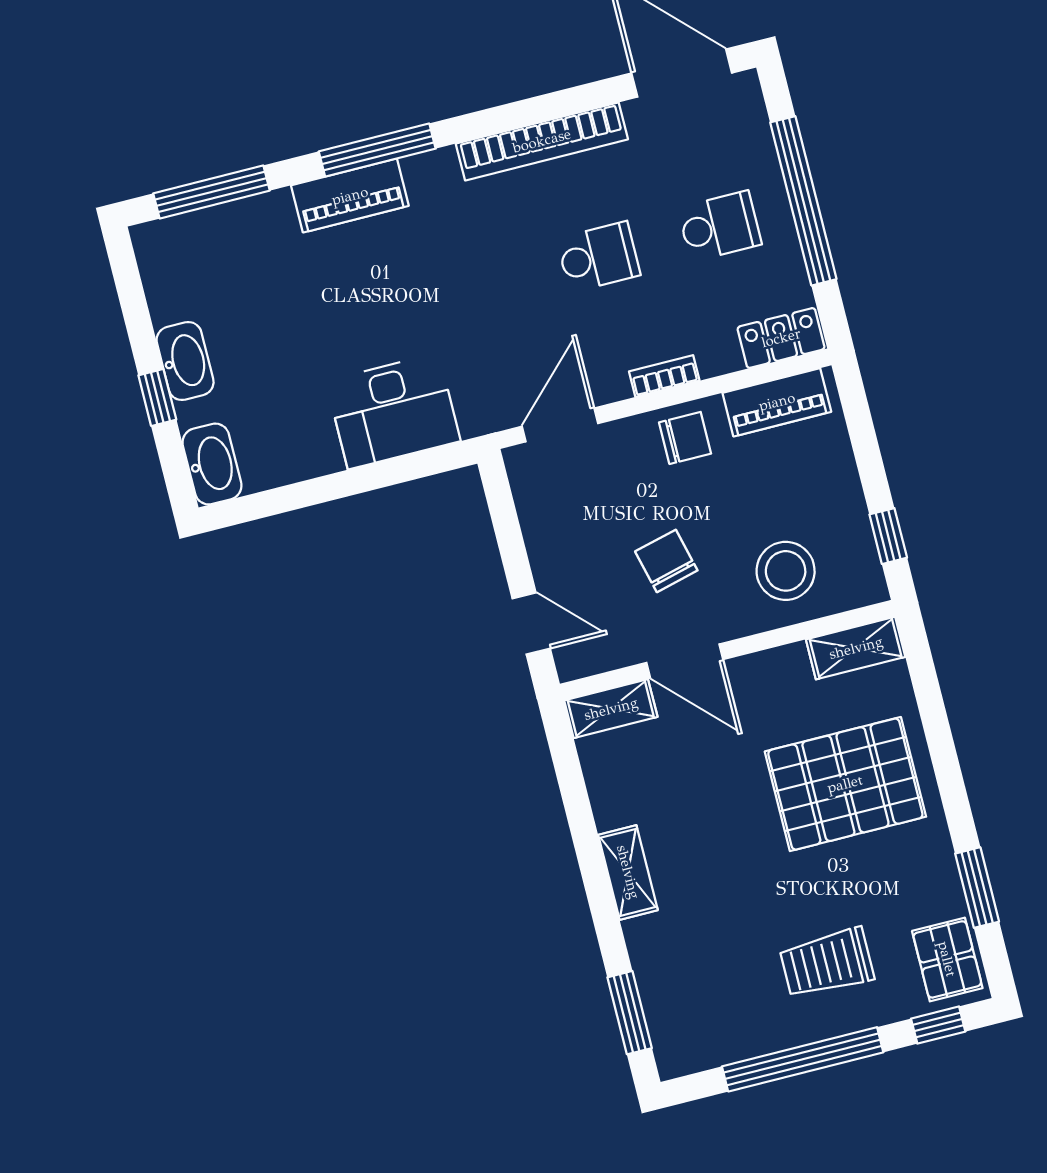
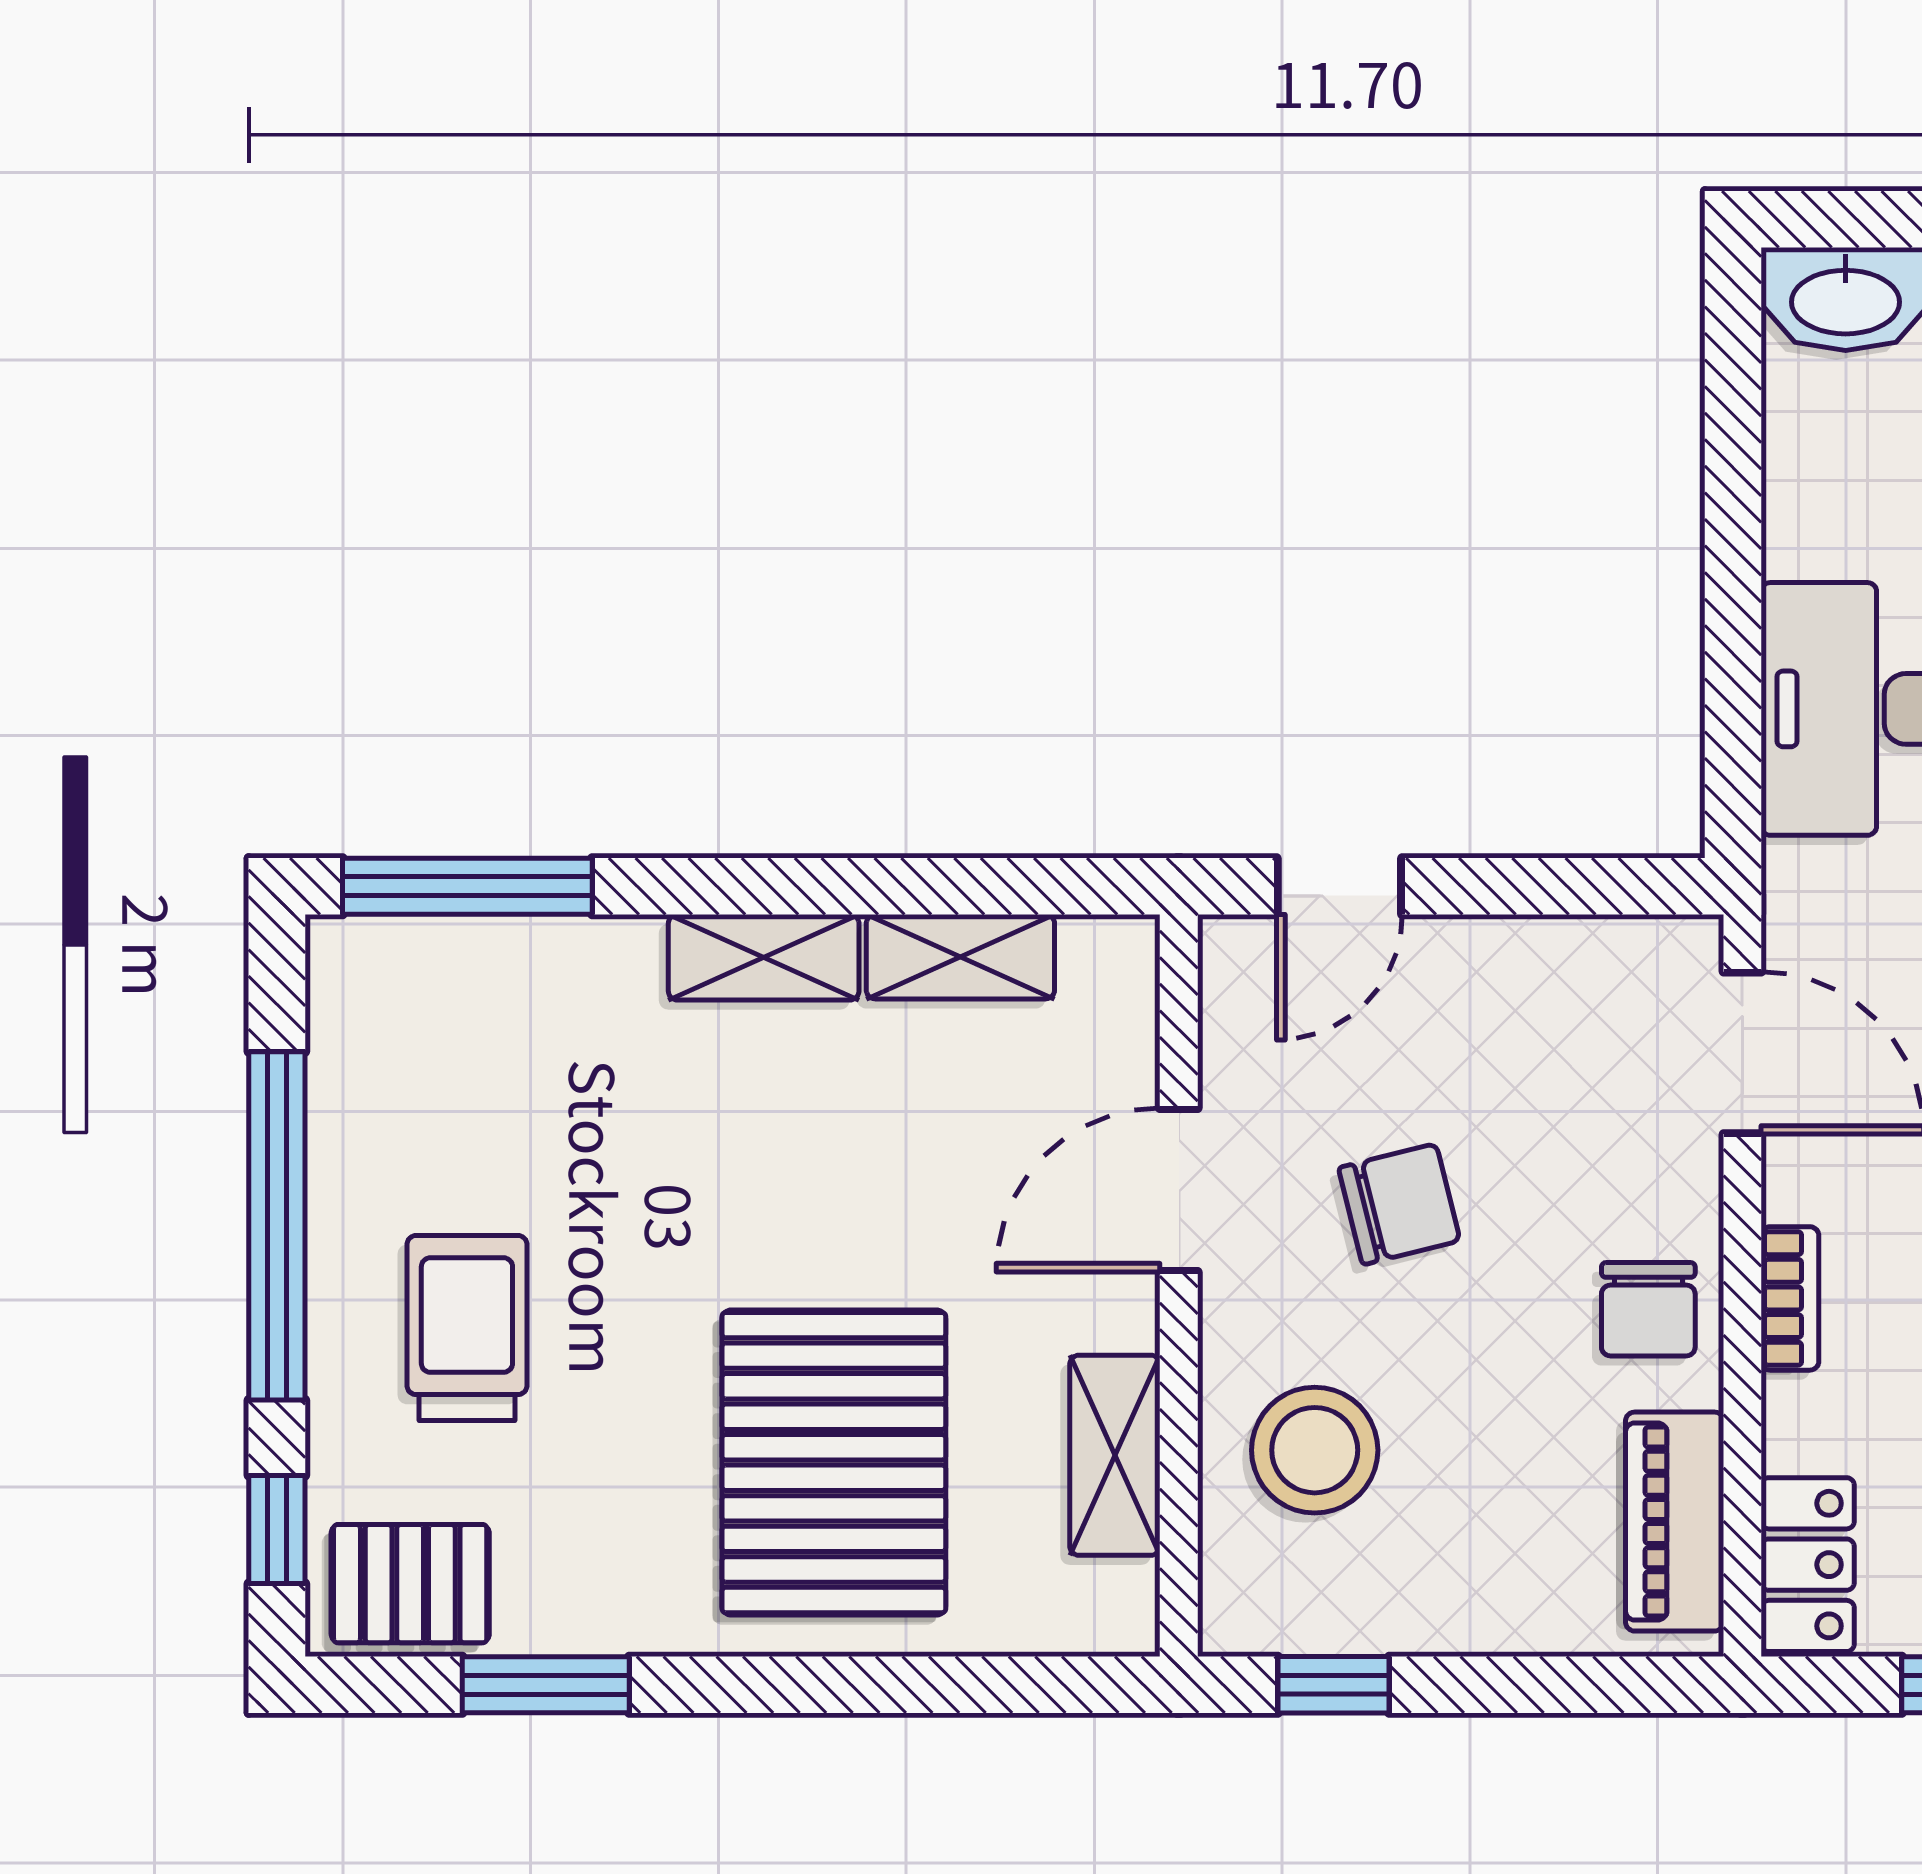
shelving: (856, 648) -> (1115, 1455), moved
shelving: (611, 709) -> (960, 957), moved, turned 90
window: (630, 1013) -> (467, 886), width x1.44

